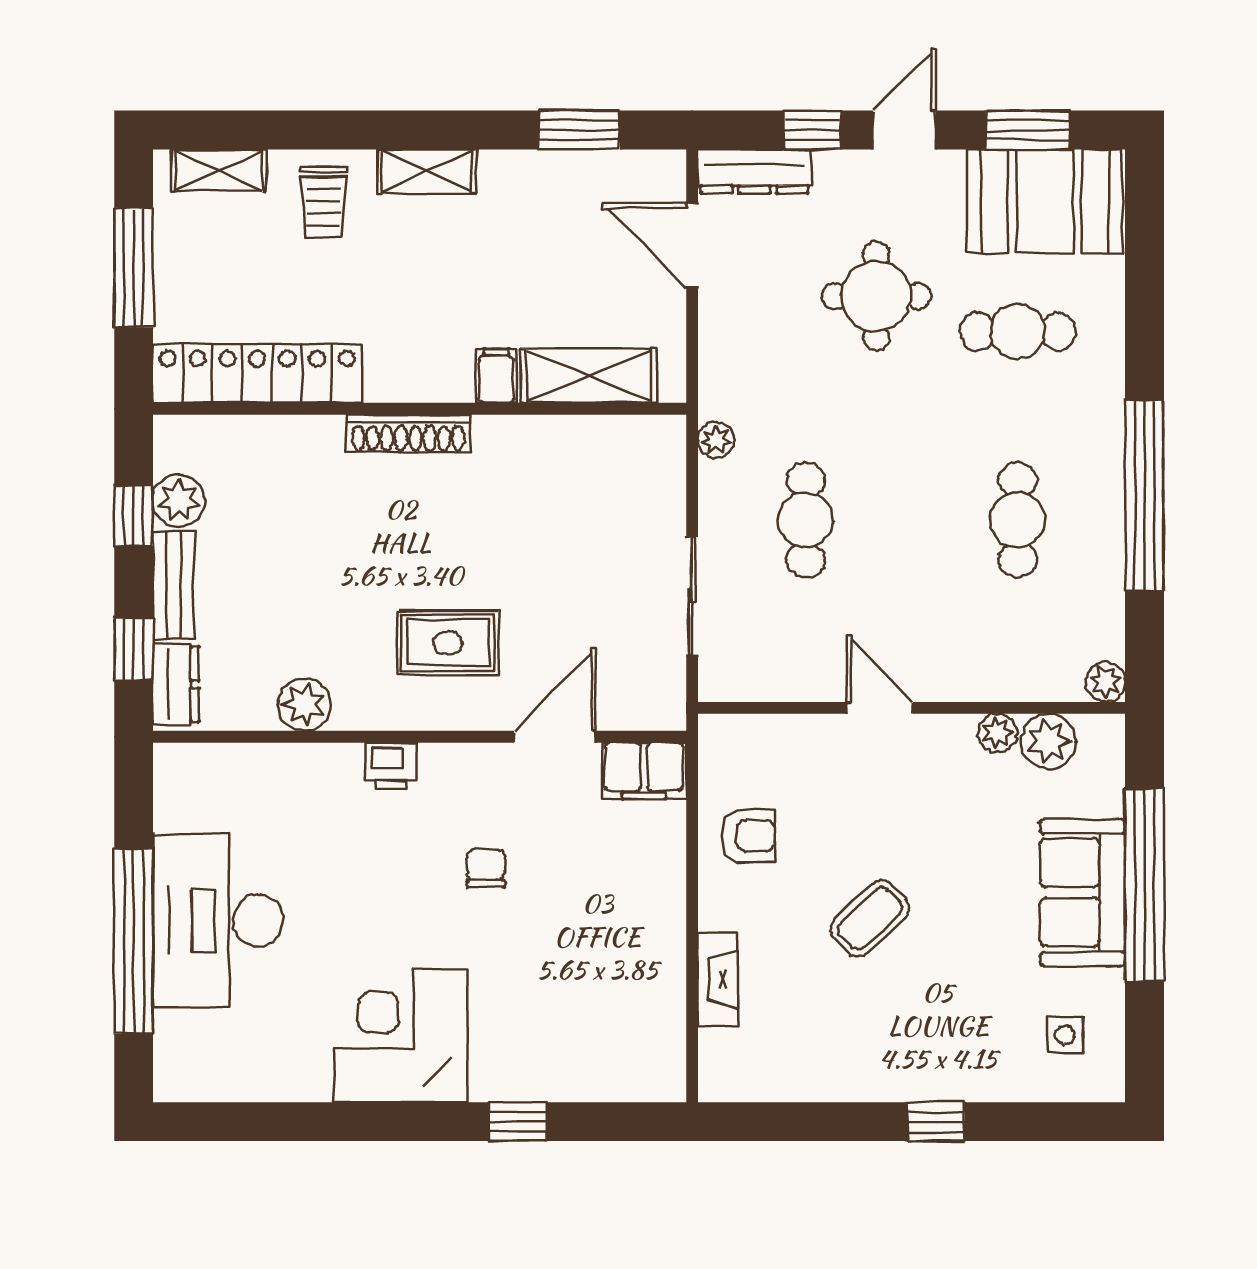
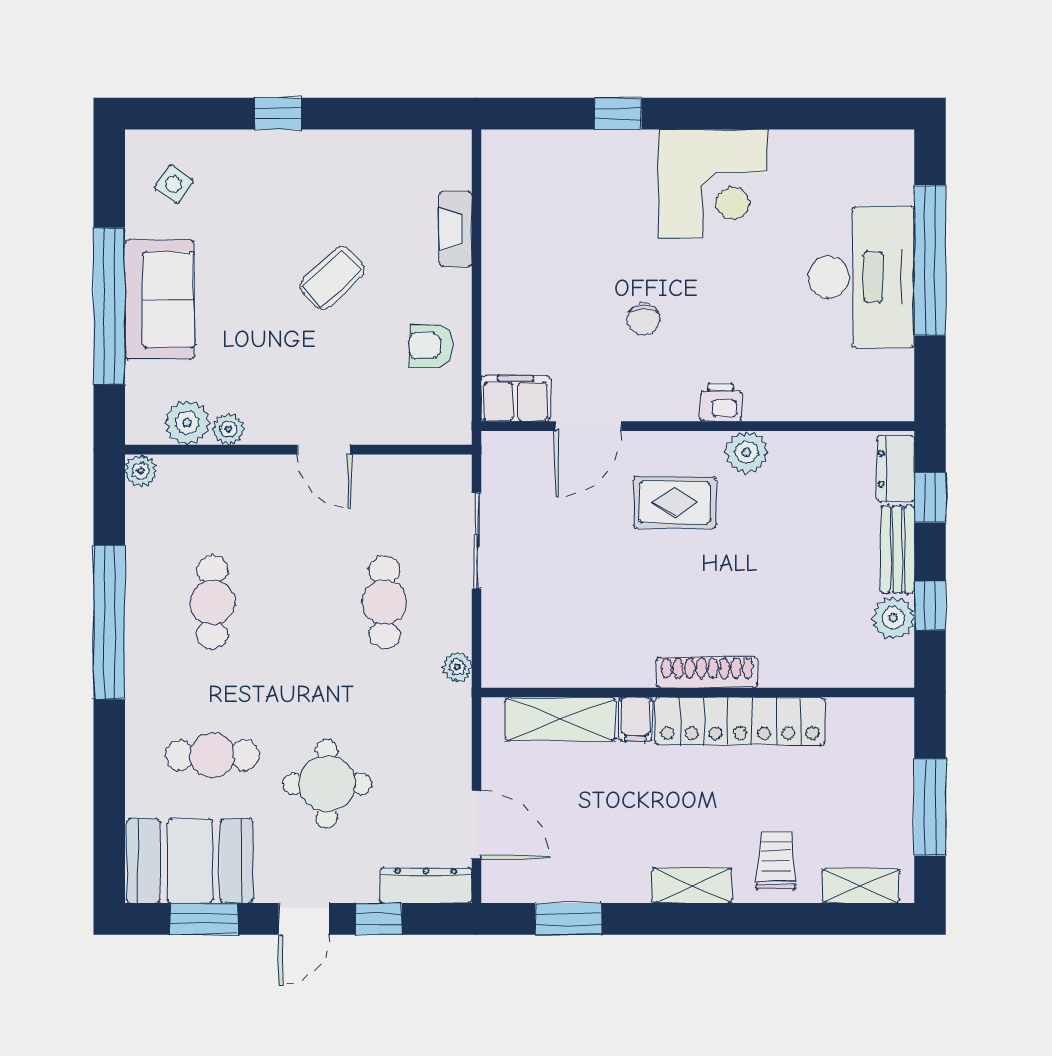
locker: (257, 373) -> (740, 721), moved
plant: (304, 705) -> (747, 452), moved
side table: (1065, 1035) -> (174, 184), turned 35

